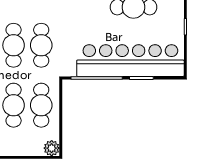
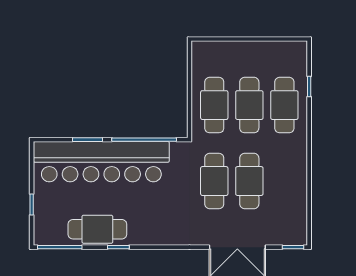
plant: (52, 148) -> (201, 51), removed

